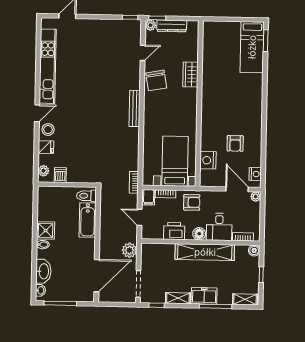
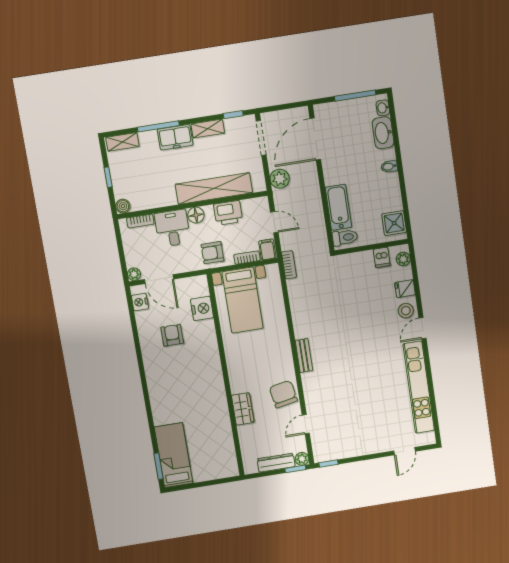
bench: (135, 108) -> (304, 356), width x0.73
shower: (46, 231) -> (394, 223), moved
shelving: (205, 252) -> (214, 189), moved

